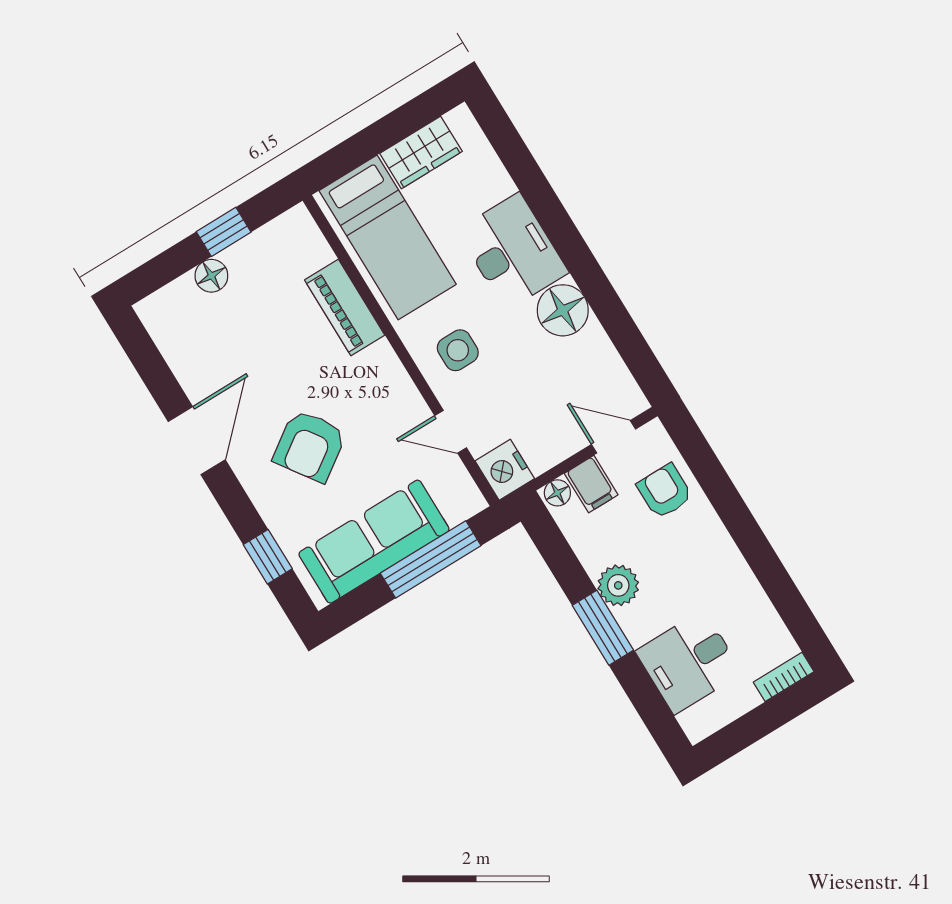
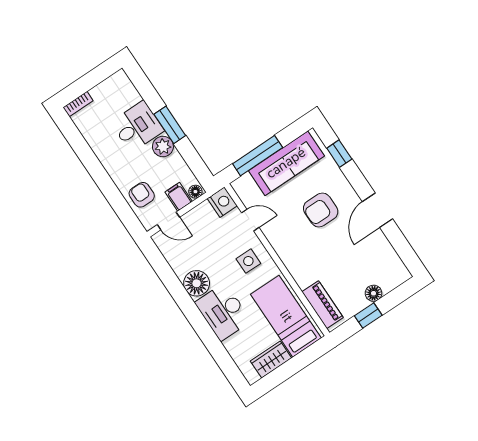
piano: (345, 308) -> (322, 305), moved
armchair: (310, 446) -> (321, 210), turned -145
armchair: (665, 491) -> (142, 195), turned 180
desk: (689, 662) -> (137, 127), moved

